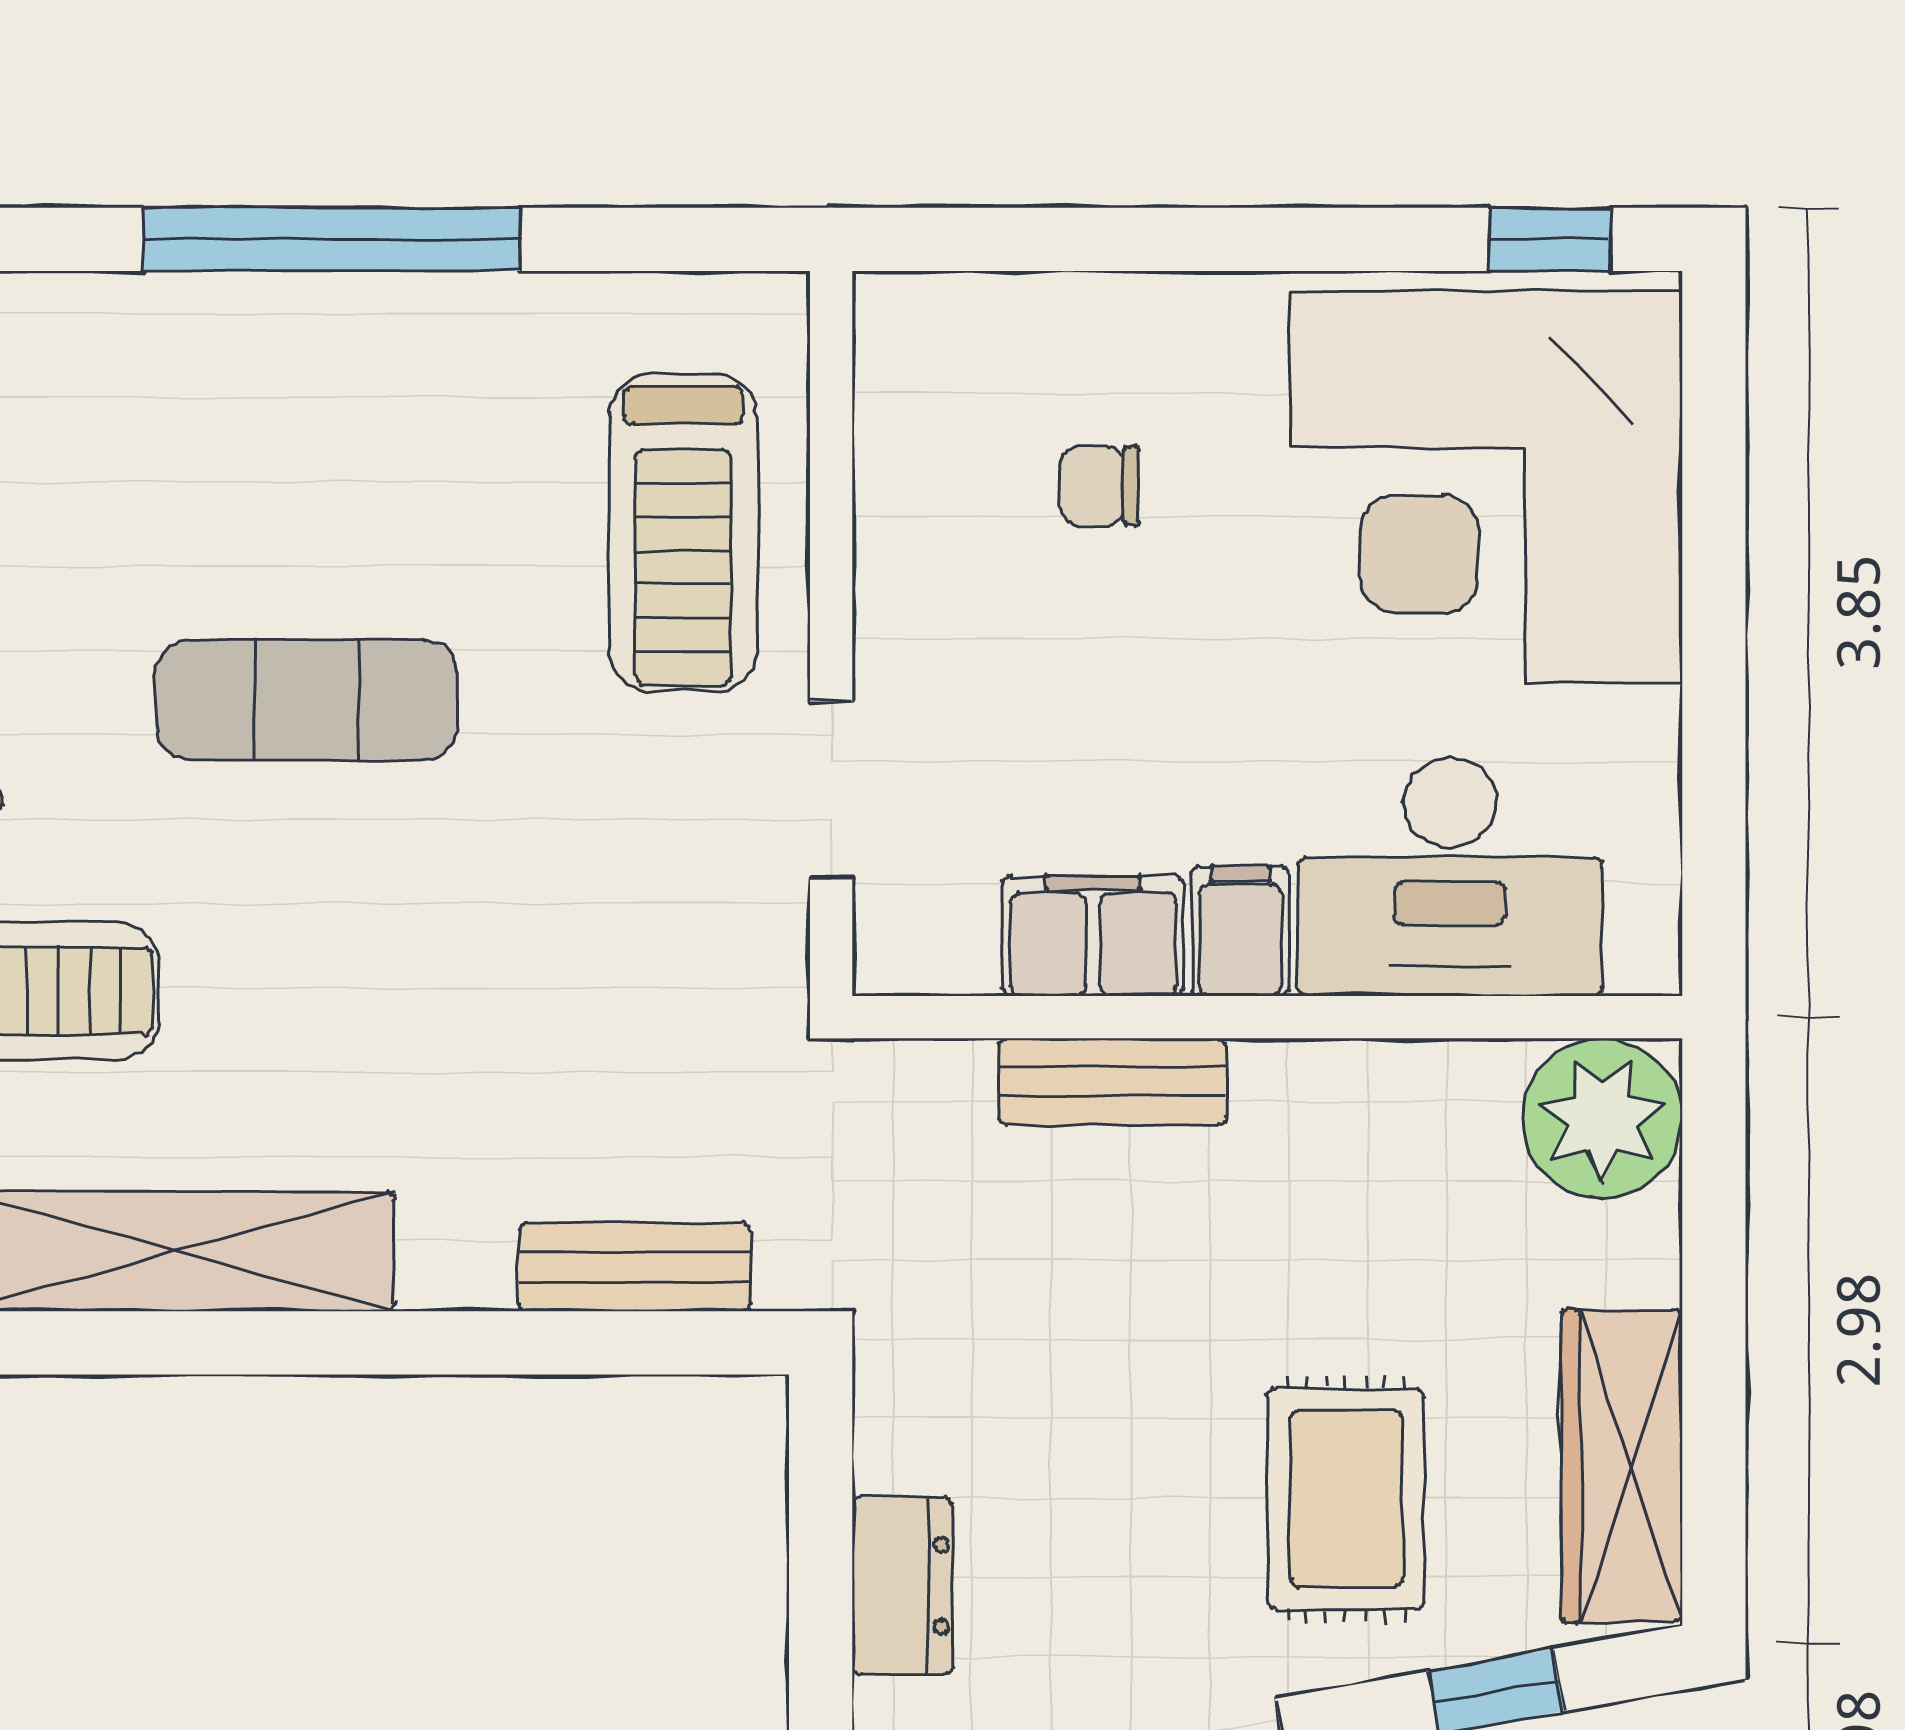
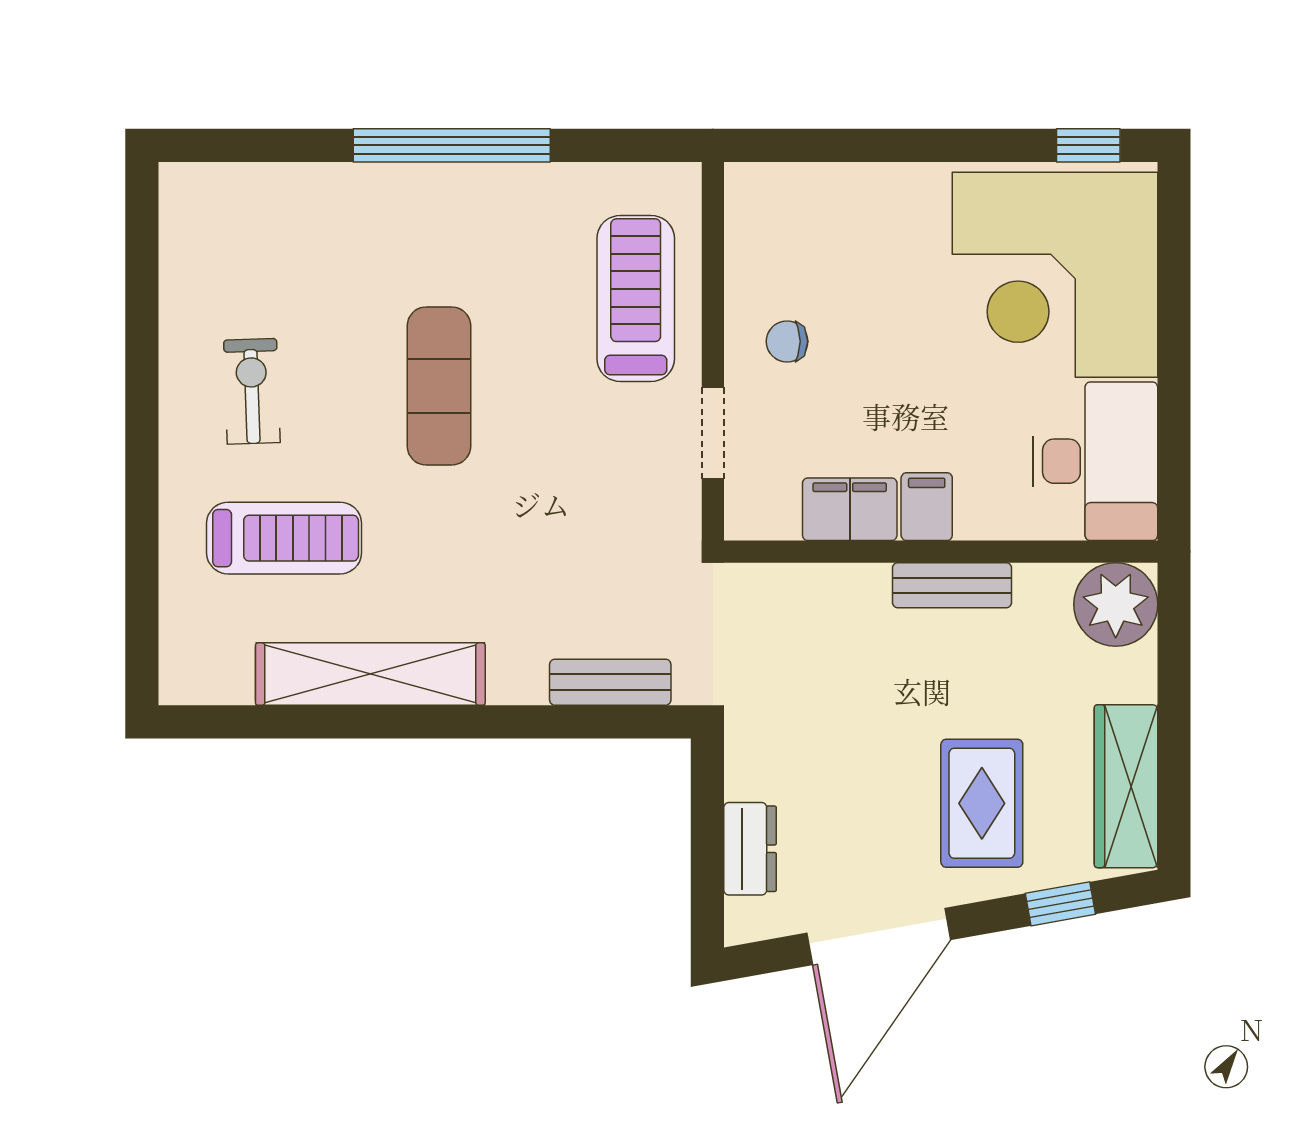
chair: (1100, 486) -> (787, 341), moved
treadmill: (683, 533) -> (636, 299), turned 180
exercise mat: (307, 700) -> (439, 386), turned 90
desk: (1450, 877) -> (1095, 461), moved, turned -90
bench: (1112, 1081) -> (952, 585), moved

